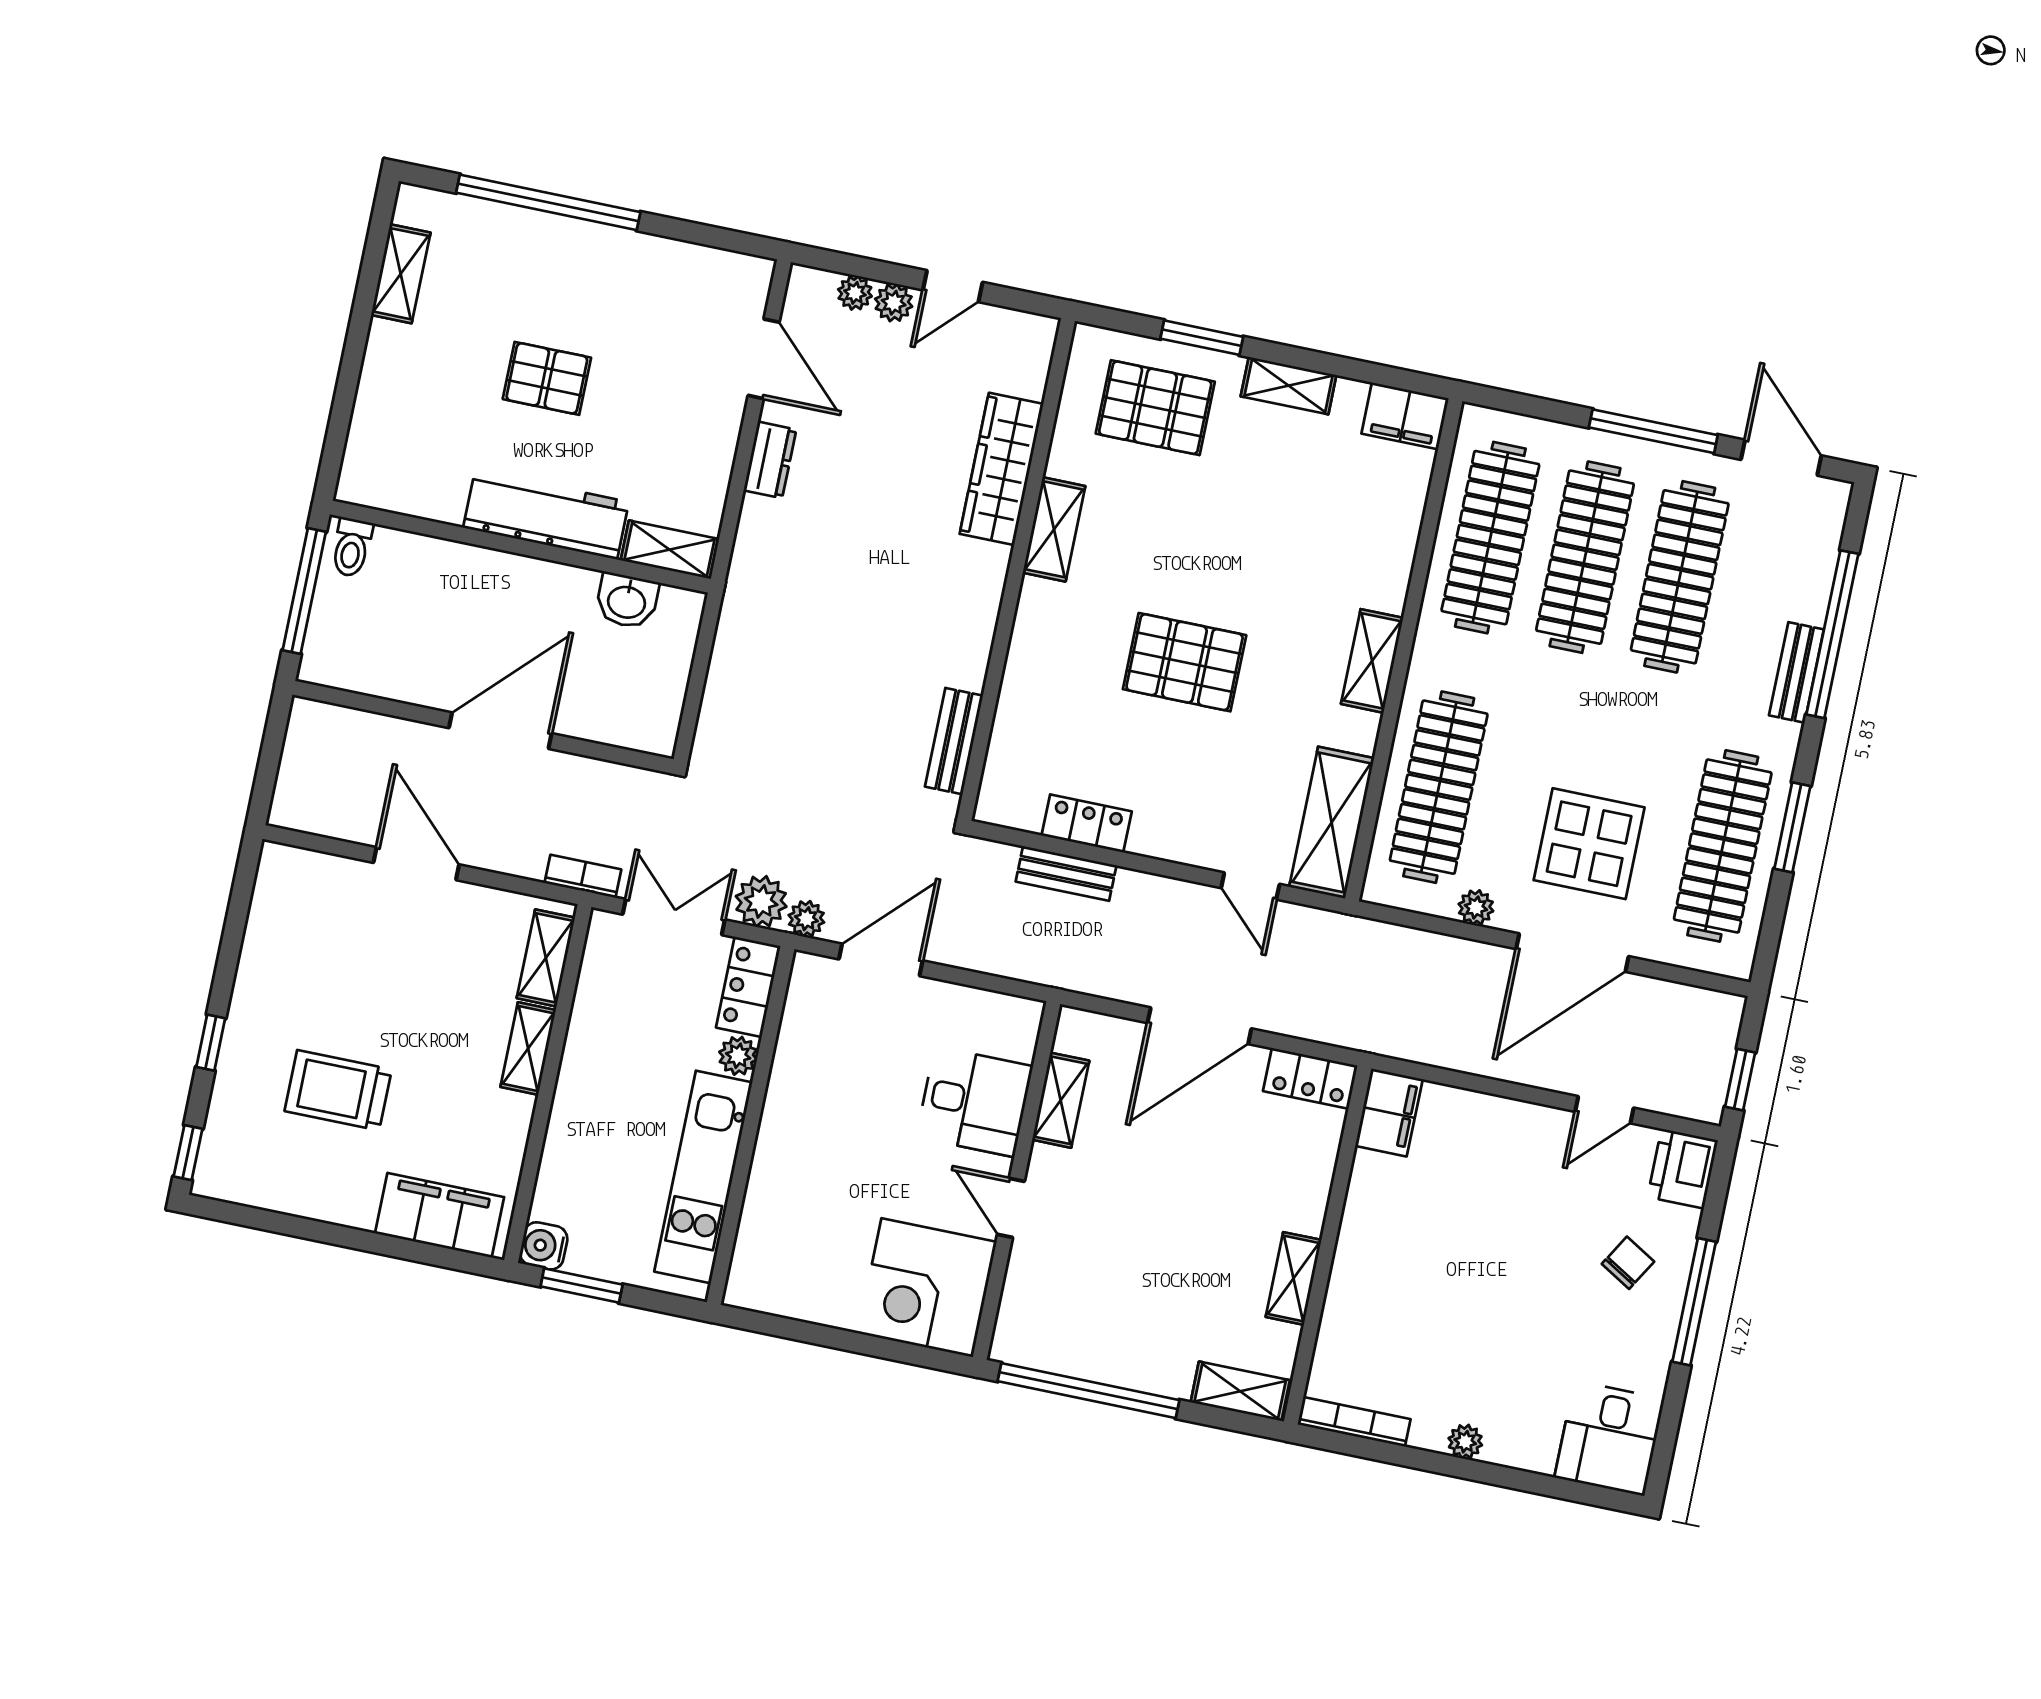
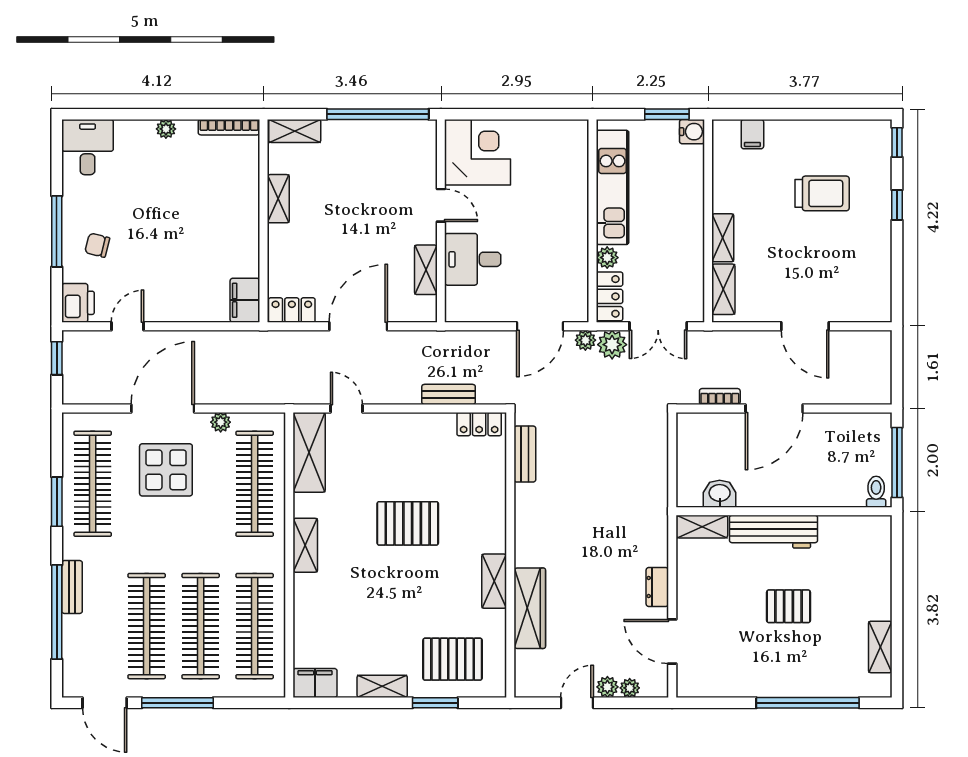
locker: (1087, 823) -> (479, 424), moved
bookcase: (583, 876) -> (720, 396), moved, turned 180
filing cabinet: (440, 1215) -> (752, 134), width x0.33, depth x0.86
chair: (1628, 1263) -> (97, 245), turned 73

